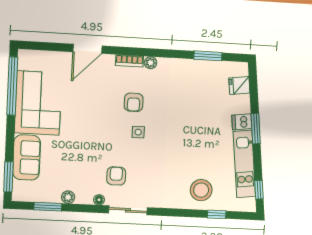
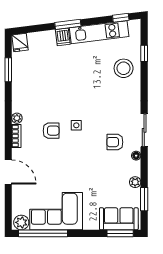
plant: (26, 61) -> (21, 222), added
fridge: (239, 86) -> (20, 43), moved
sofa: (27, 158) -> (119, 219), moved

